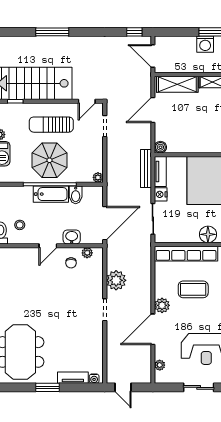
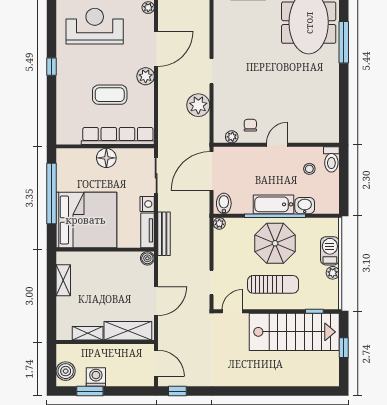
window: (52, 32) -> (272, 391), removed
bidet: (76, 195) -> (224, 203), moved
floor lamp: (208, 234) -> (106, 158), moved
washbasin: (72, 237) -> (305, 206), moved, turned 180

